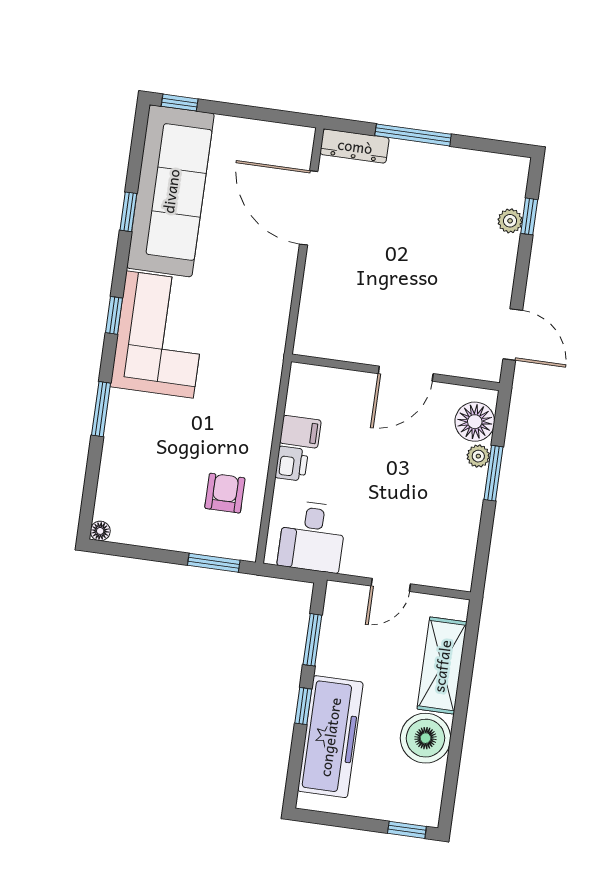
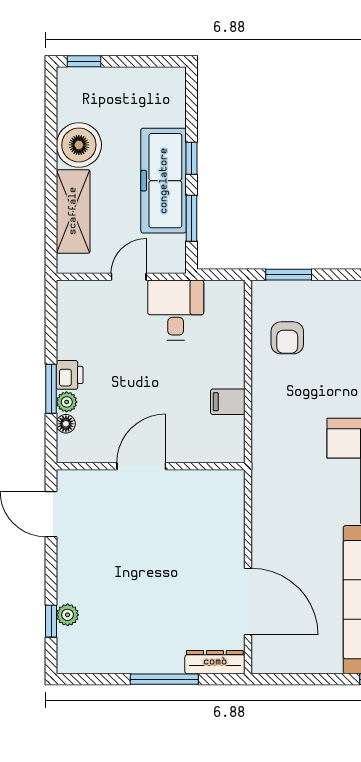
floor lamp: (475, 422) -> (66, 424), width x0.53, depth x0.53
printer: (292, 464) -> (70, 375), moved, turned 180
desk: (312, 537) -> (176, 310), moved
freezer: (330, 737) -> (164, 181), moved

